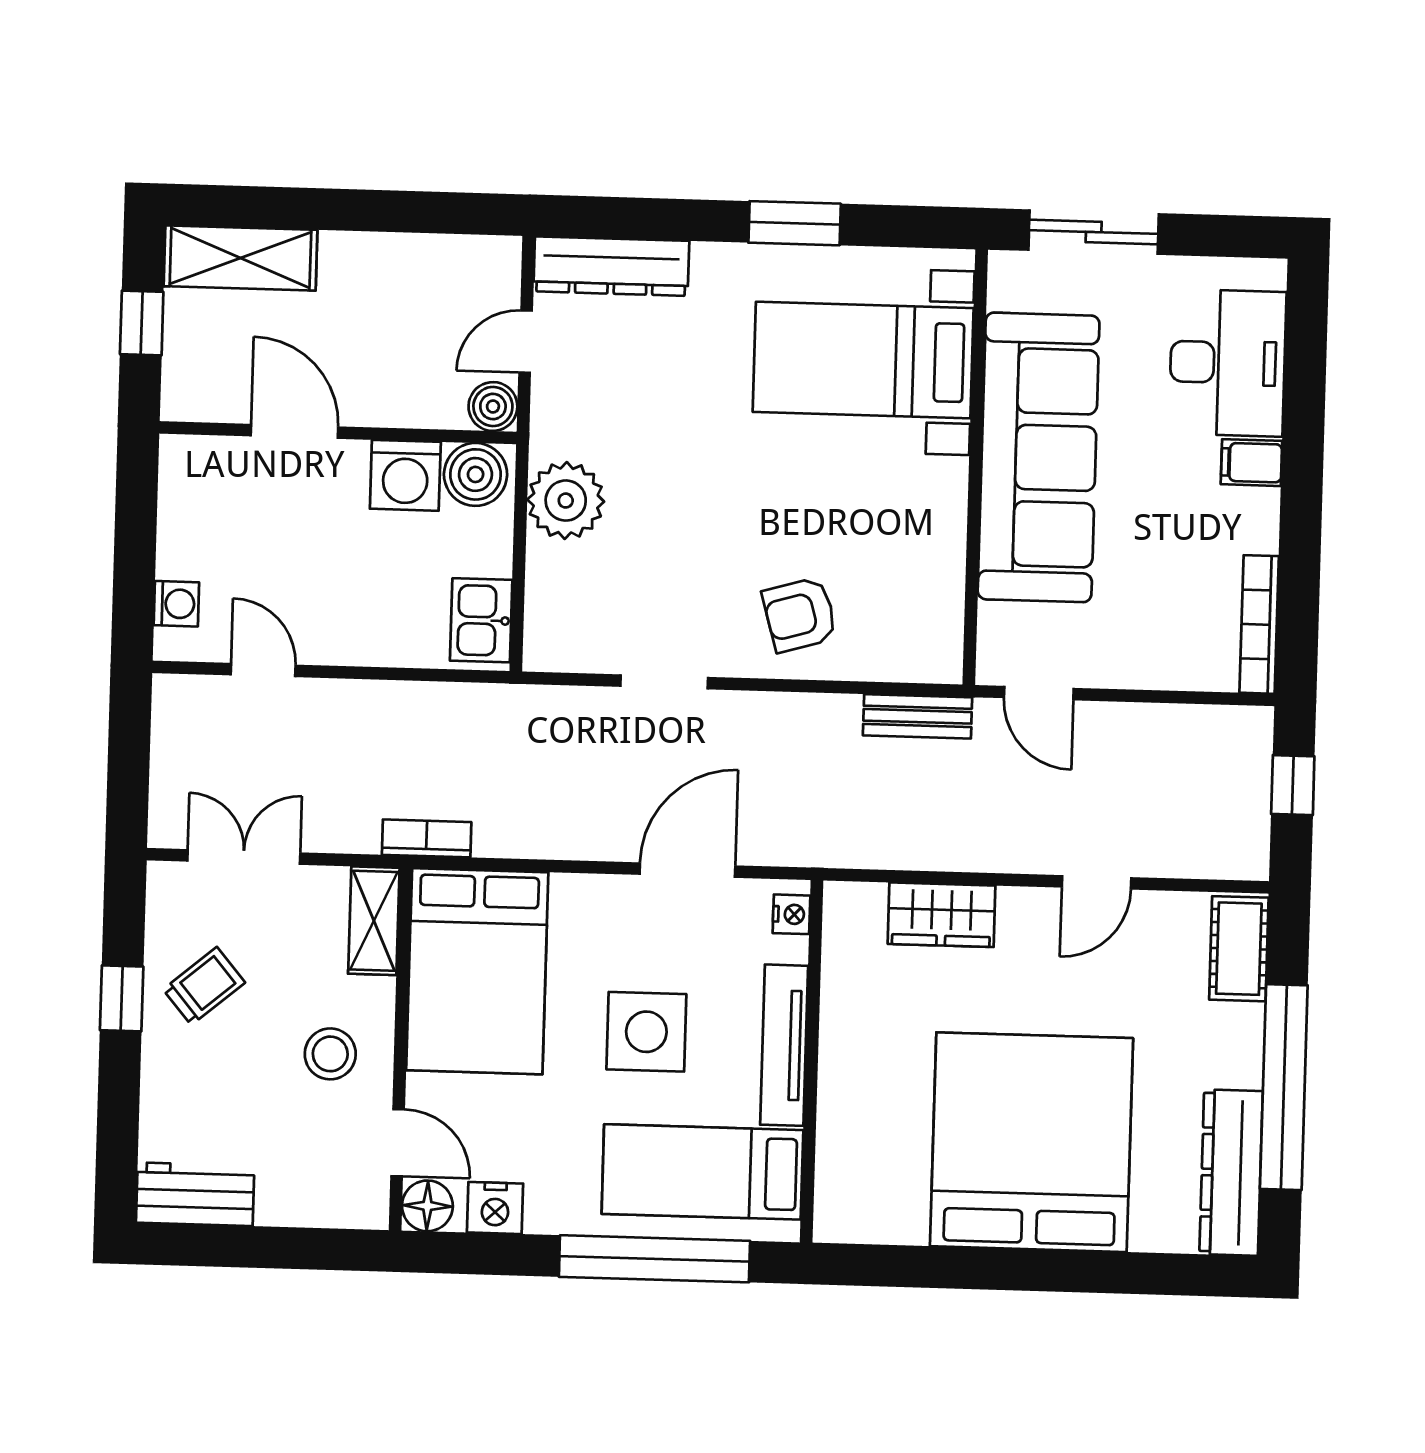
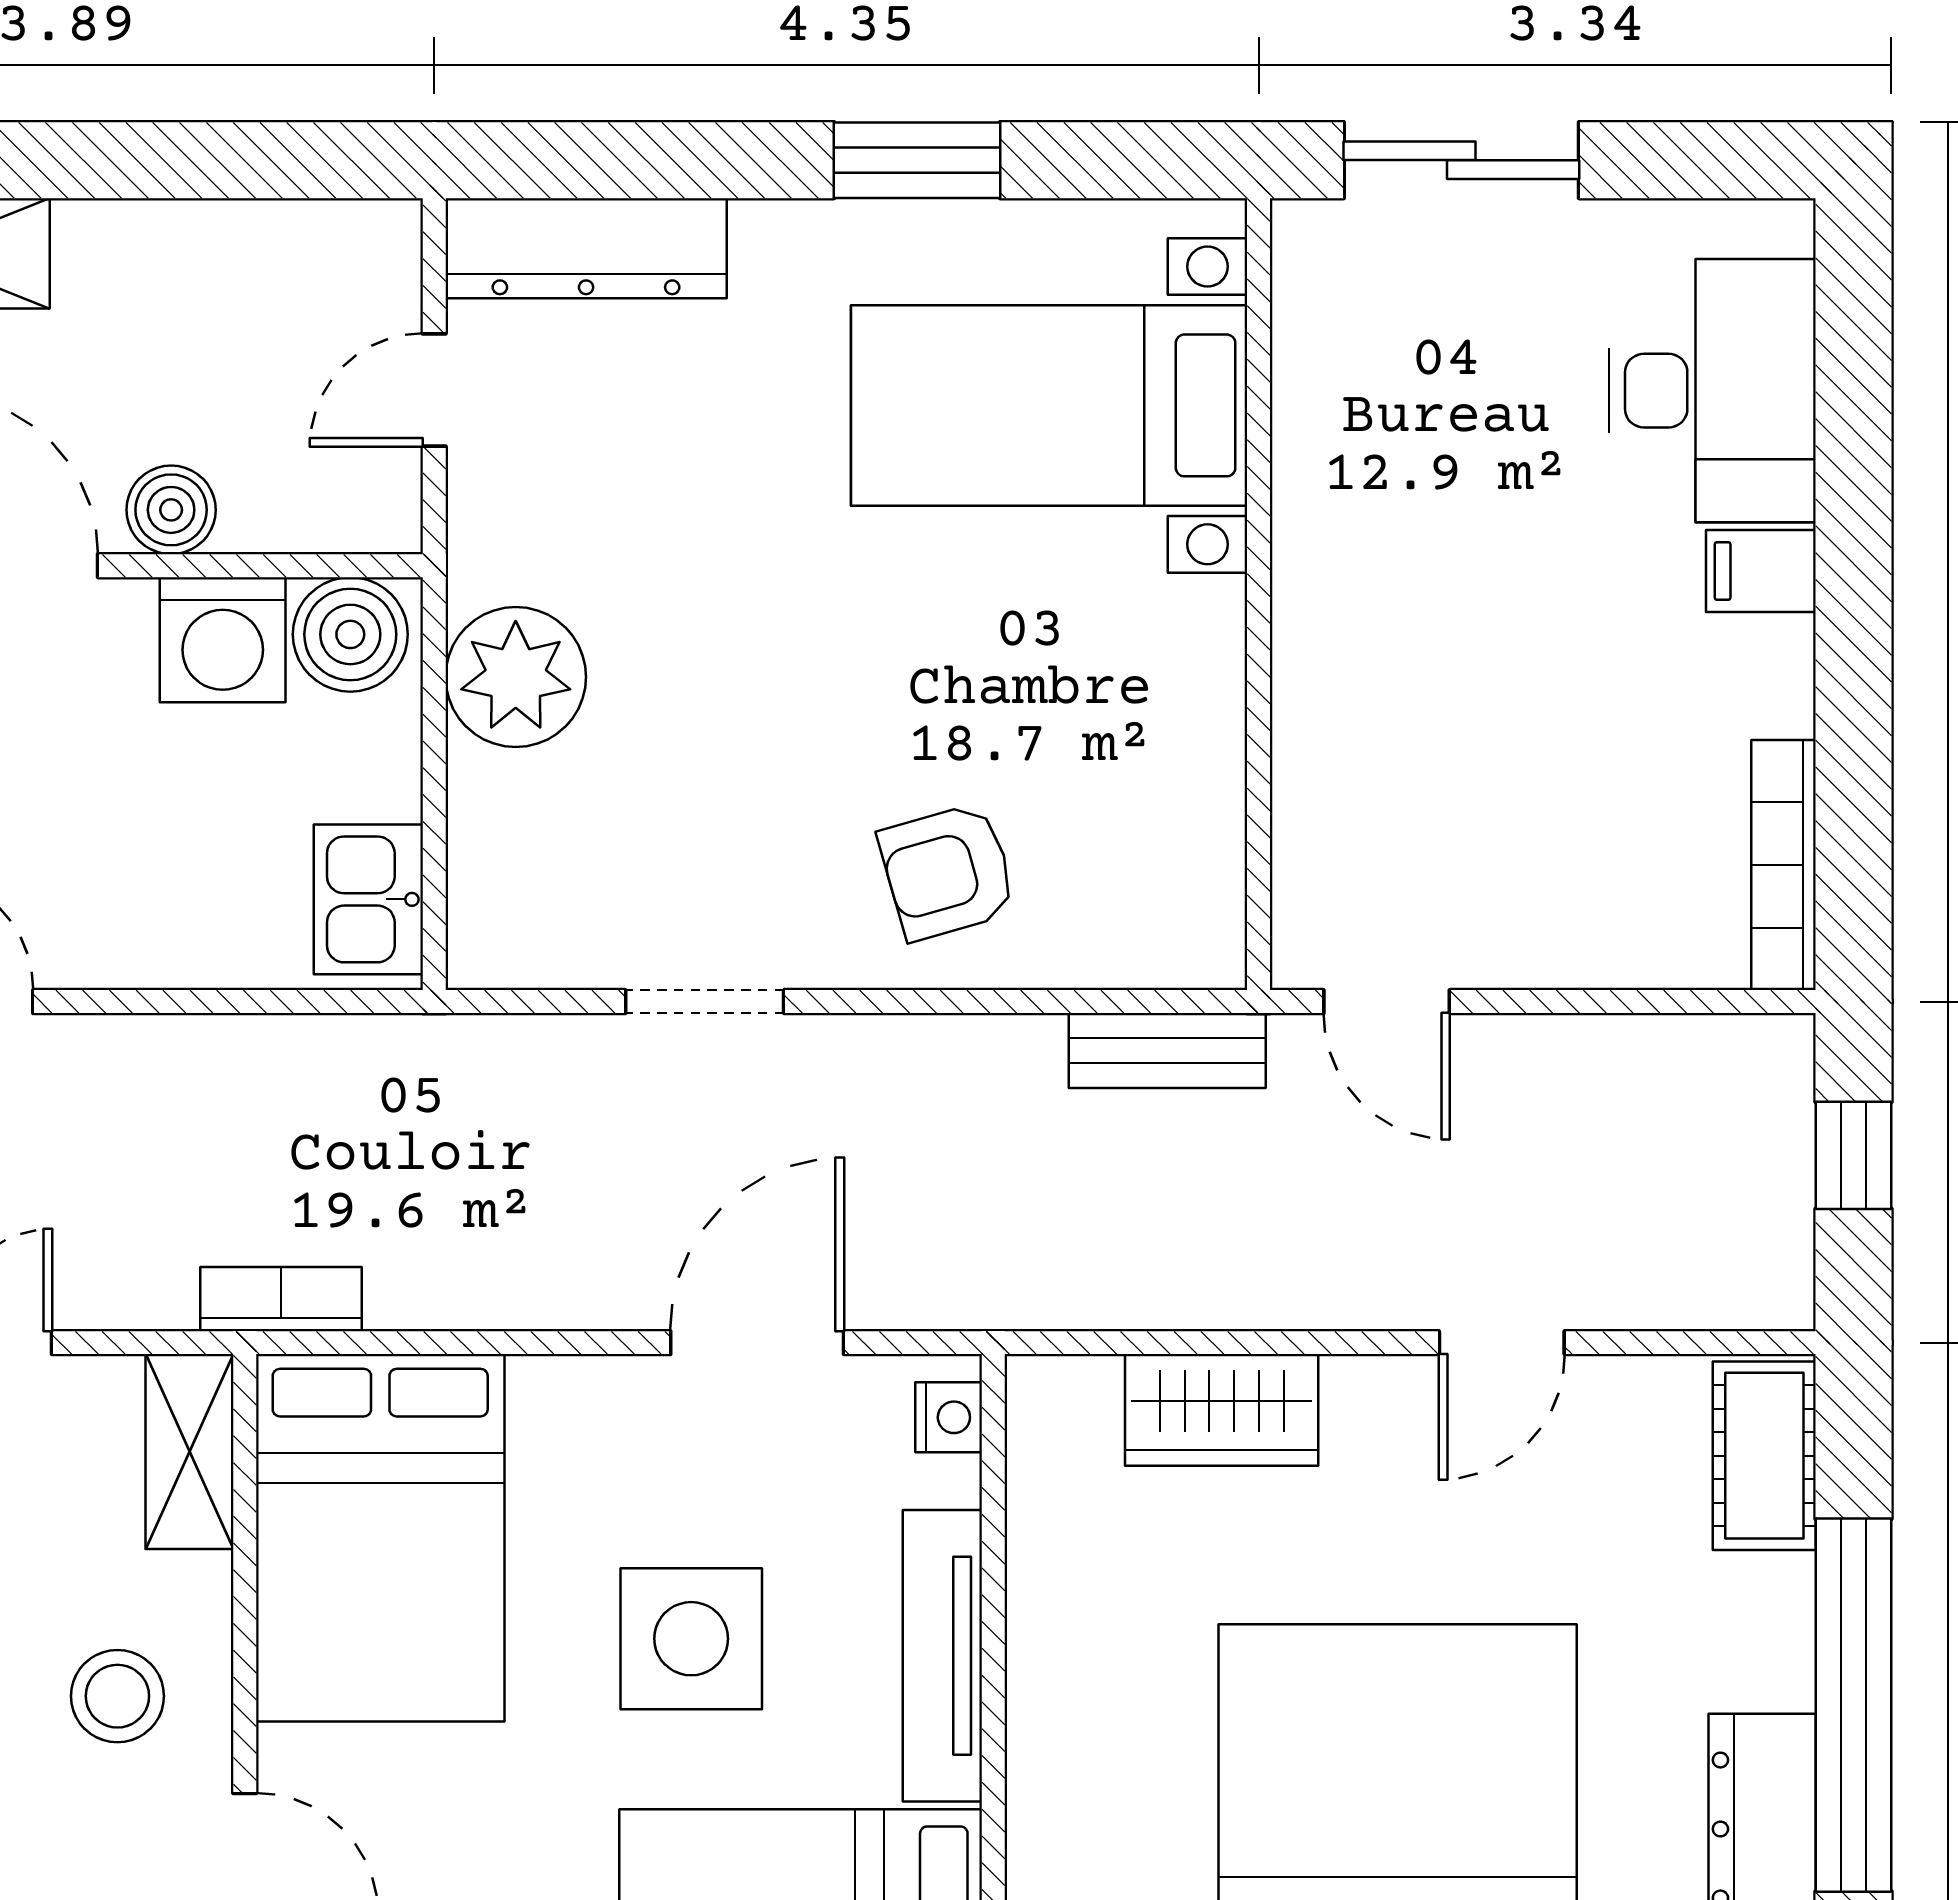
boiler: (493, 406) -> (171, 510), moved
sofa: (1039, 457) -> (1373, 573), removed

